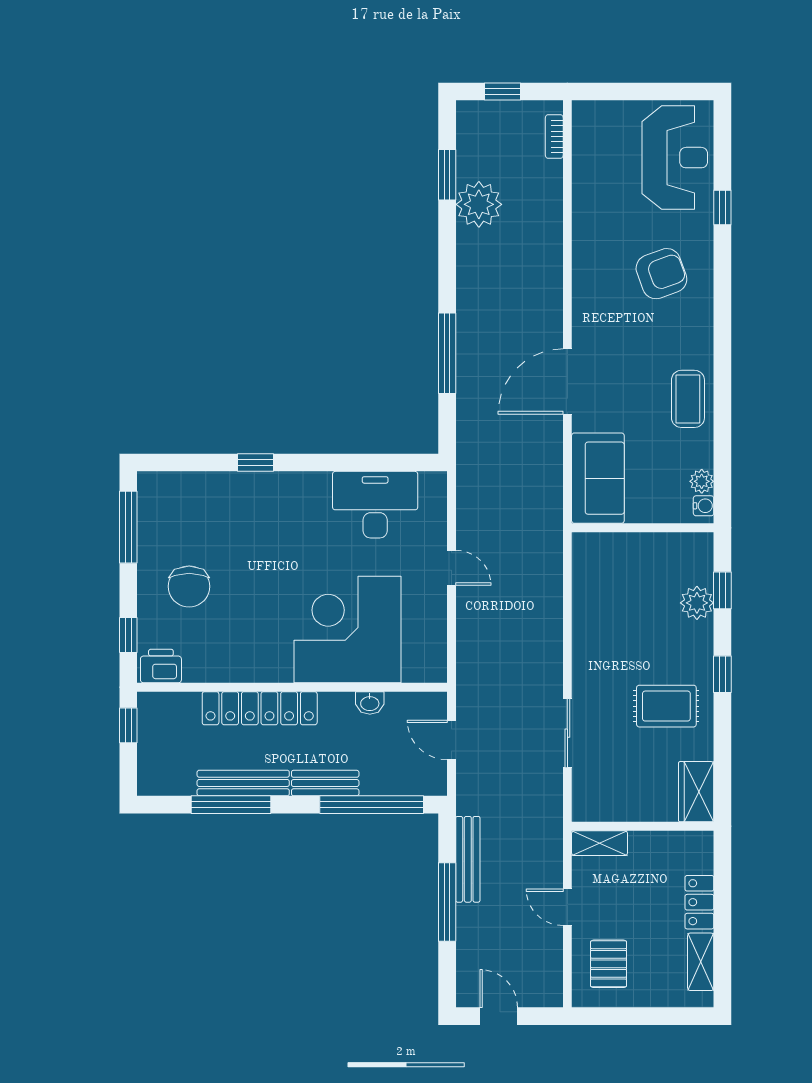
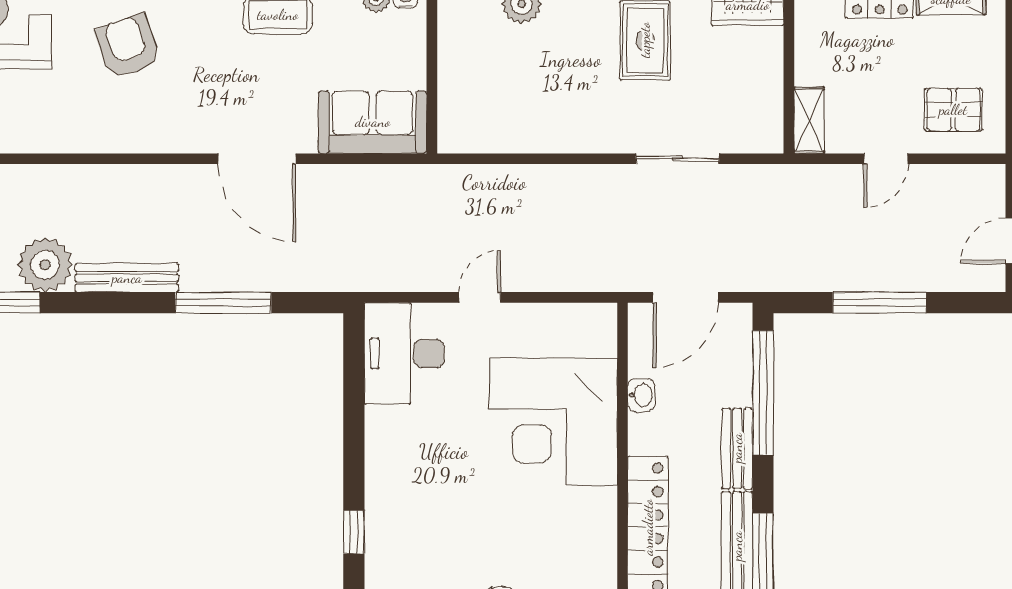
desk: (375, 505) -> (404, 353), moved
door: (451, 740) -> (686, 297), width x1.38
bench: (468, 859) -> (127, 278), moved

